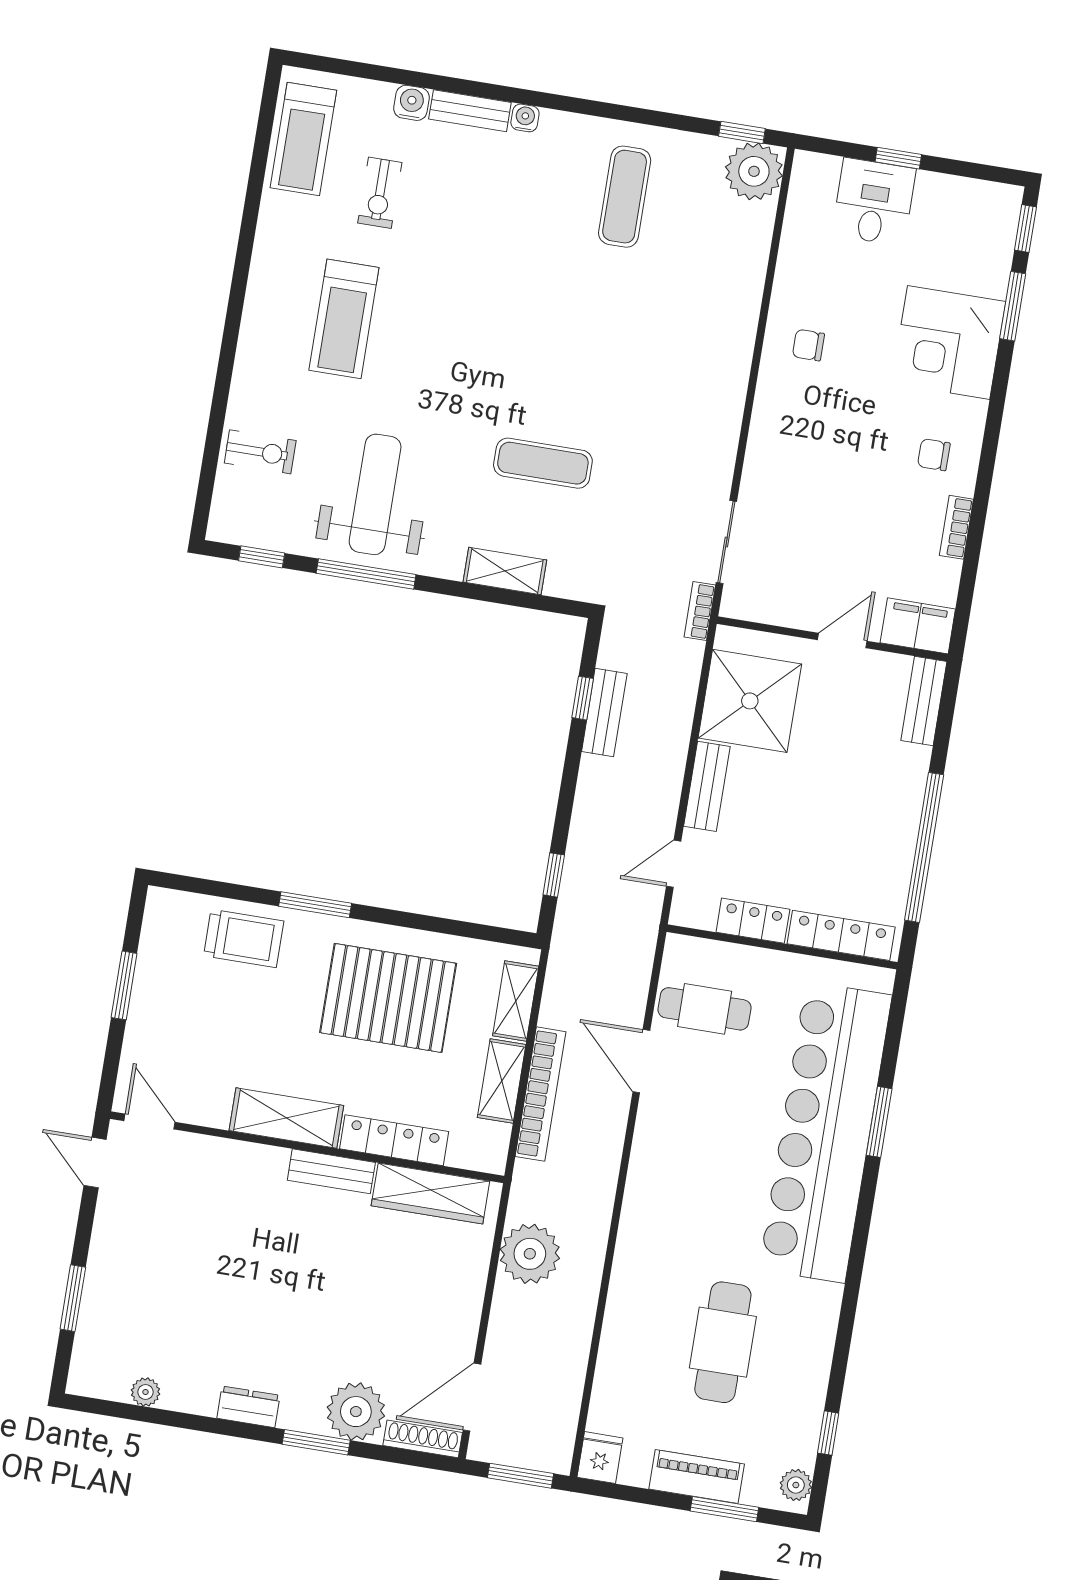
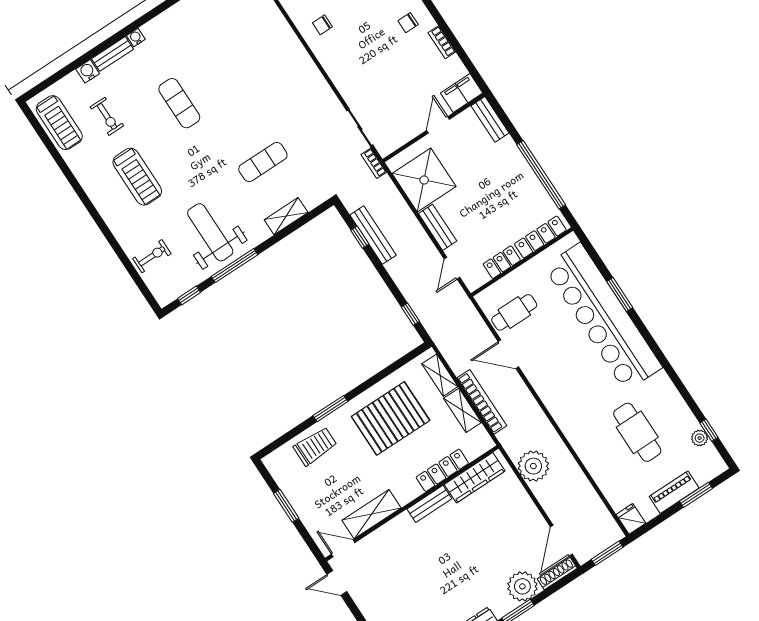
exercise mat: (625, 197) -> (179, 103), moved
bench: (604, 712) -> (373, 235), width x1.36
shelving: (286, 1118) -> (371, 514), moved
plant: (796, 1485) -> (700, 438), moved

